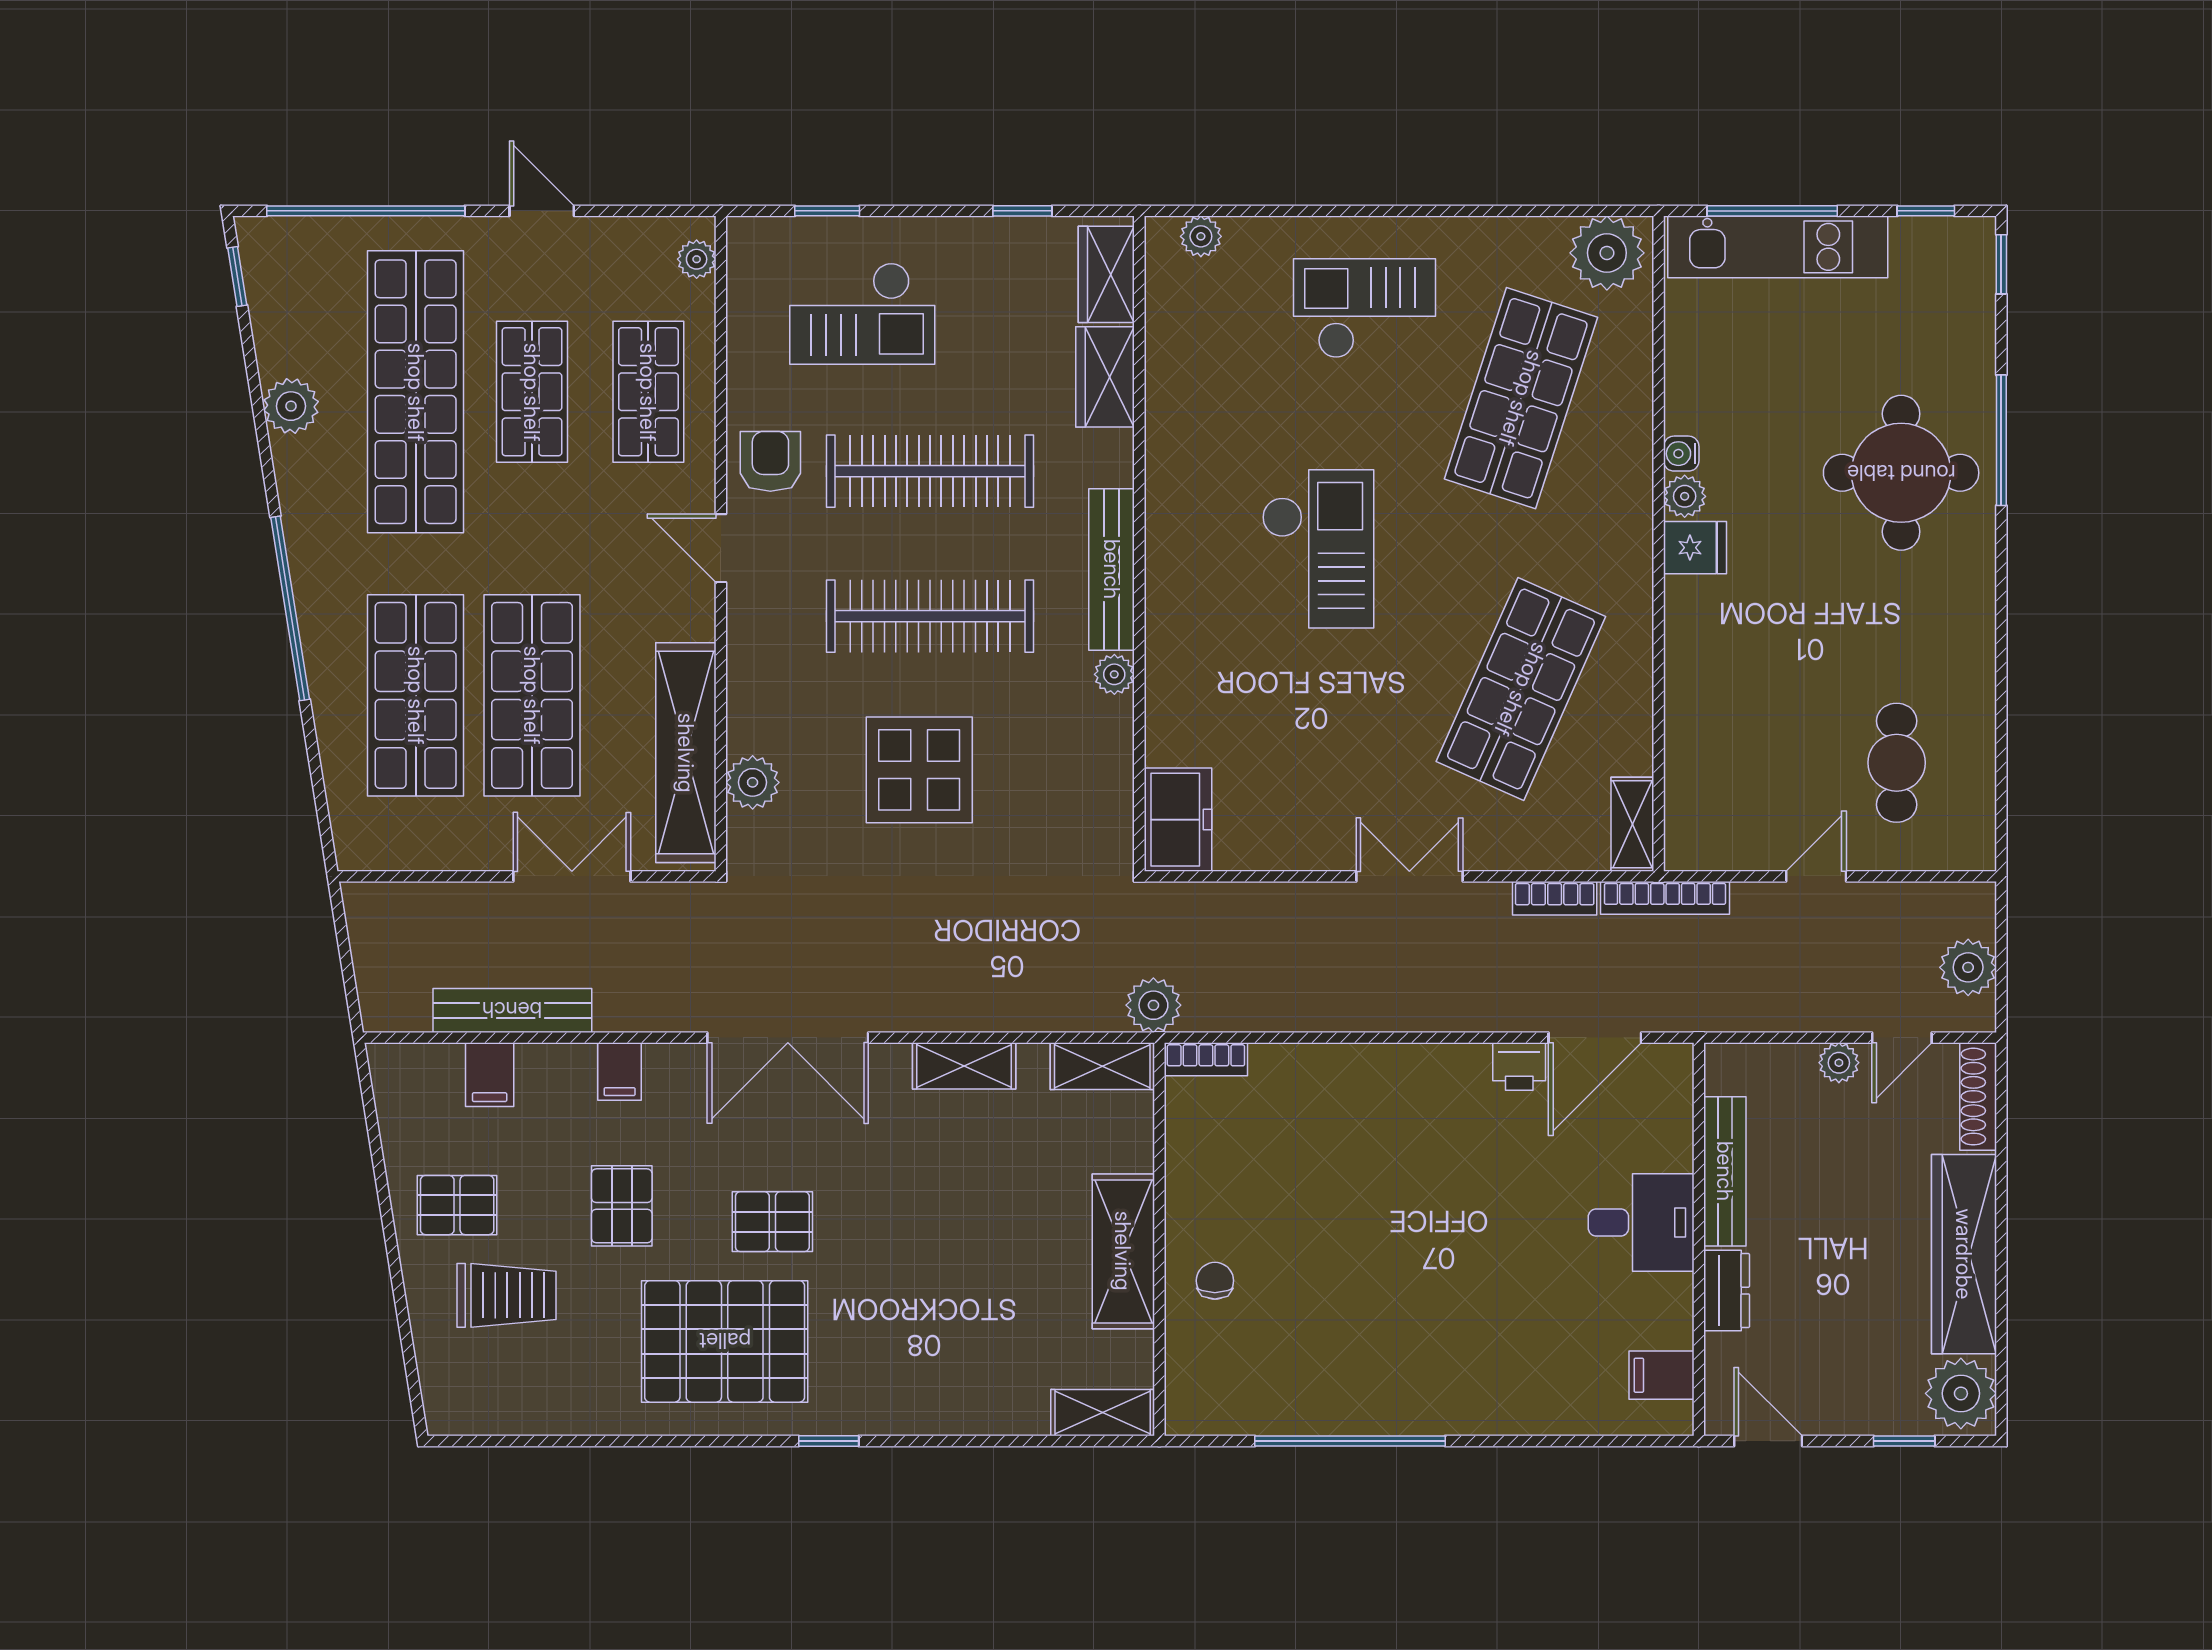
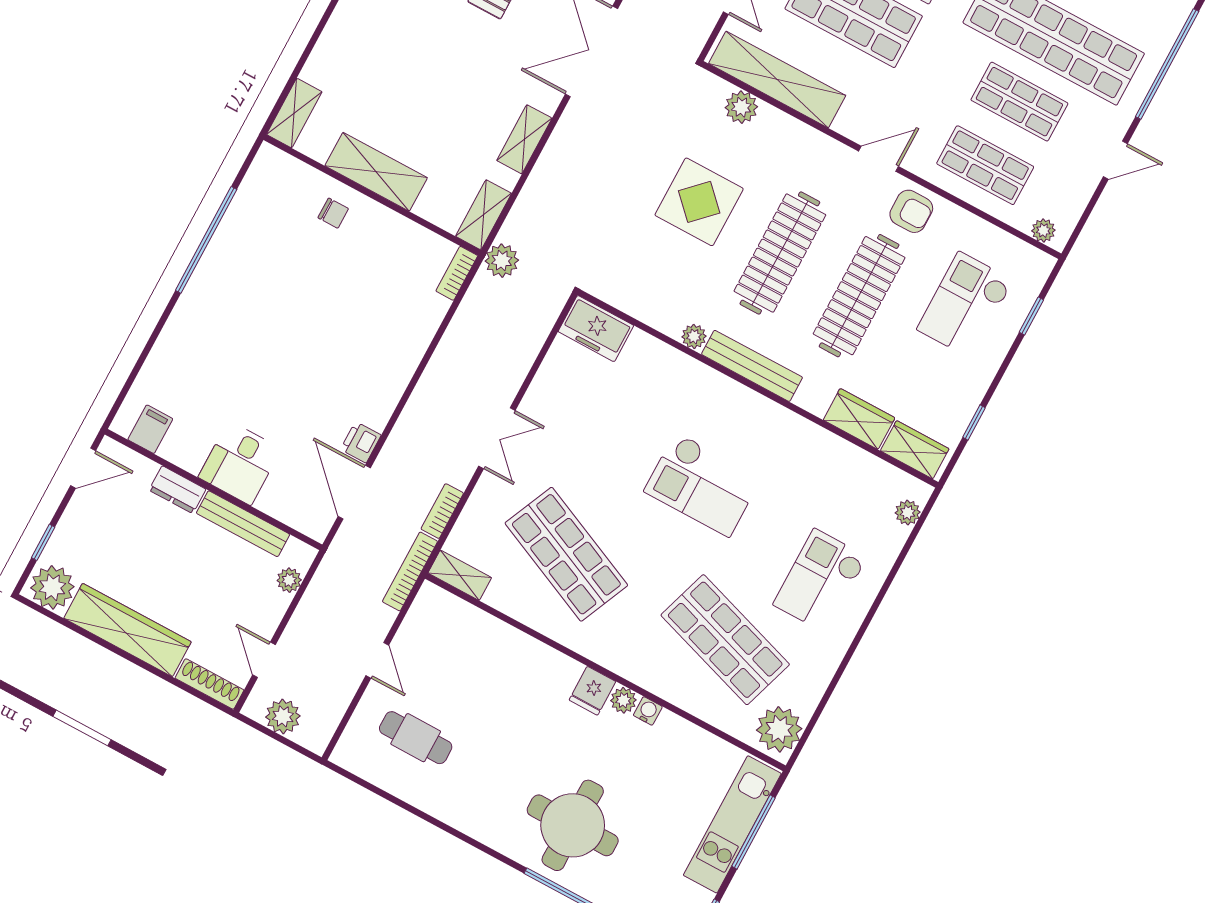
checkout: (1365, 308) -> (820, 581), turned 180
plant: (1839, 1063) -> (289, 580), moved

